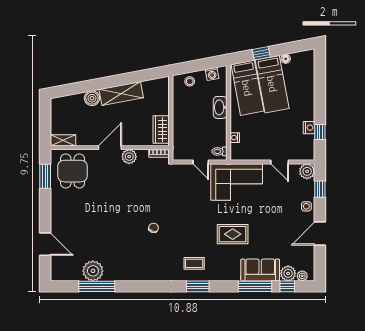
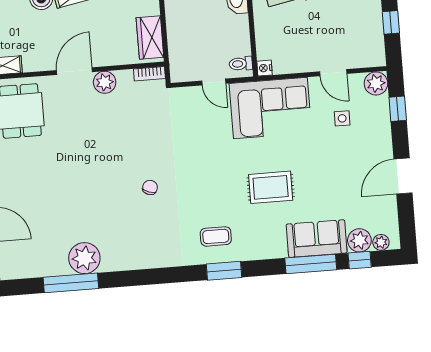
nightstand: (309, 128) -> (374, 17), removed
nightstand: (235, 138) -> (265, 68), moved
side table: (306, 206) -> (342, 118), moved
plant: (93, 271) -> (84, 258), moved

